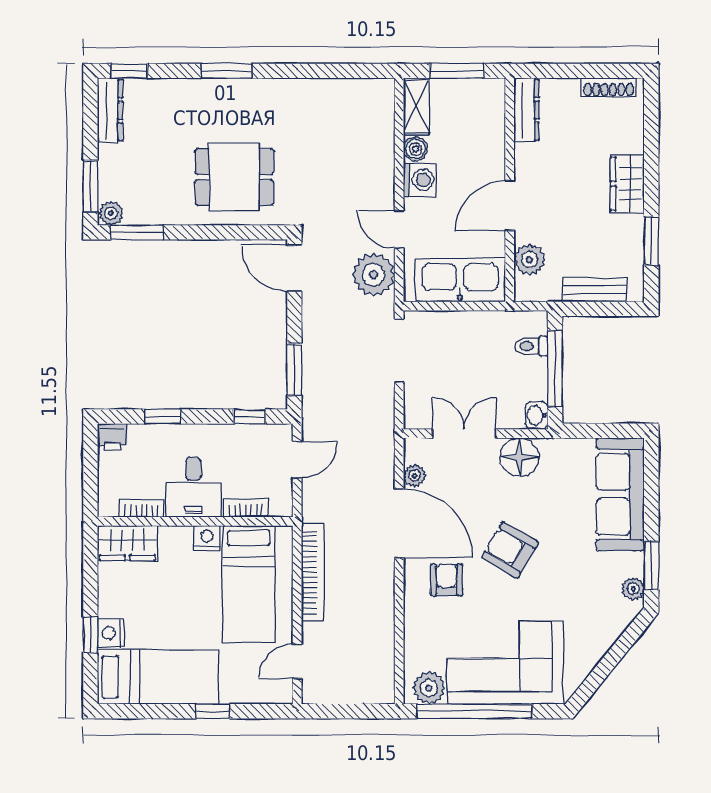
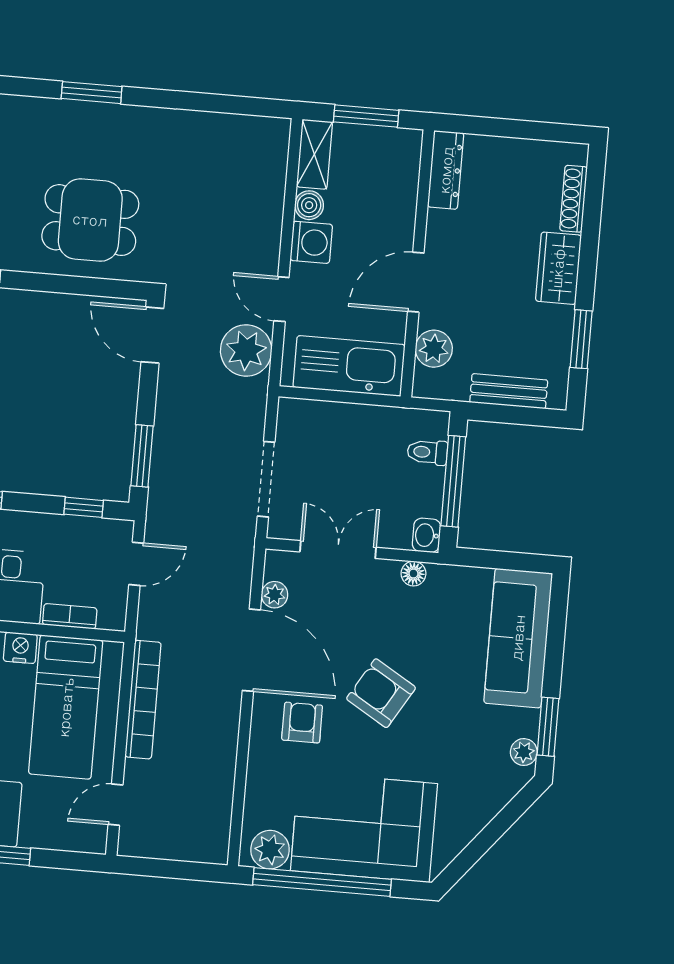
shoe rack: (609, 87) -> (573, 199), moved, turned 90
doorway: (399, 351) -> (266, 479), moved
floor lamp: (519, 457) -> (413, 574), width x0.53, depth x0.53

